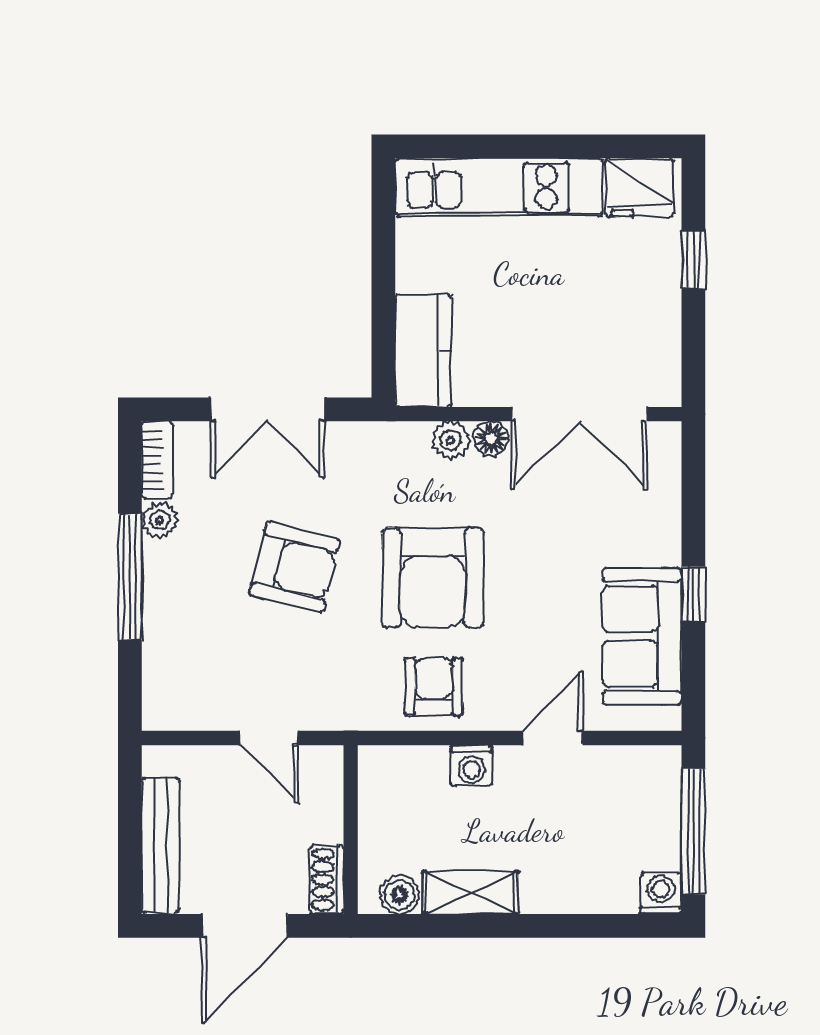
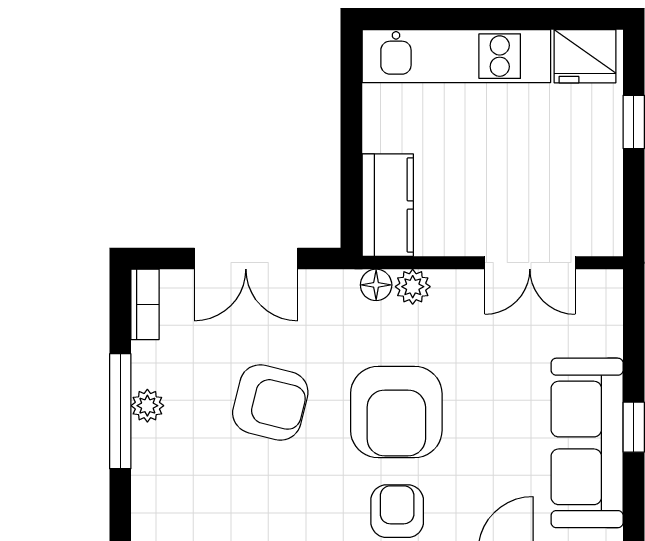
double door: (579, 414) -> (530, 263), width x0.73
floor lamp: (491, 438) -> (376, 285), moved
plant: (160, 520) -> (147, 406), moved
sofa: (642, 636) -> (587, 443), width x1.36

